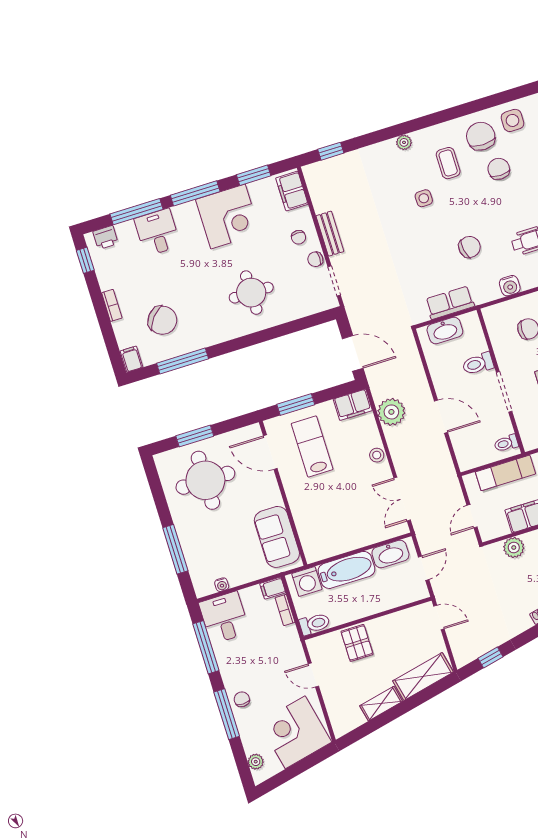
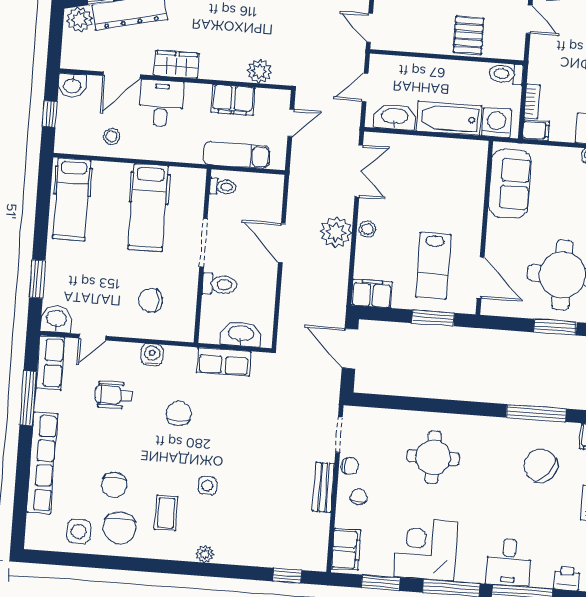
chair: (469, 247) -> (179, 414), turned 101
plant: (391, 412) -> (336, 232), moved

